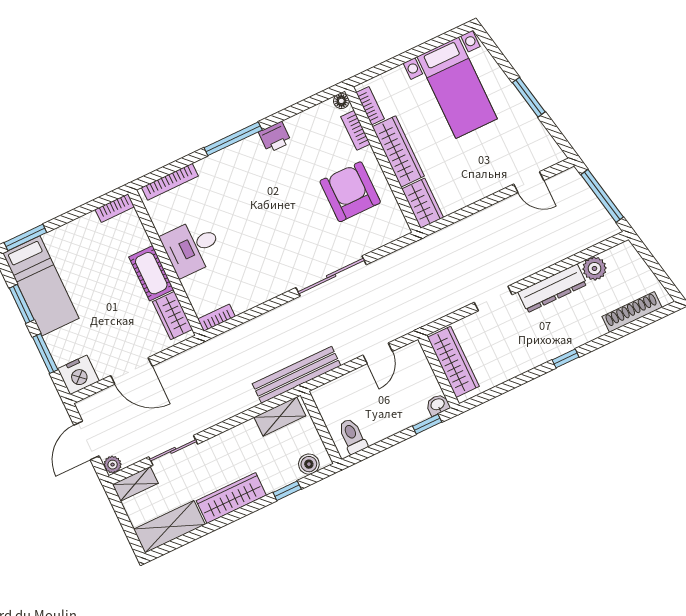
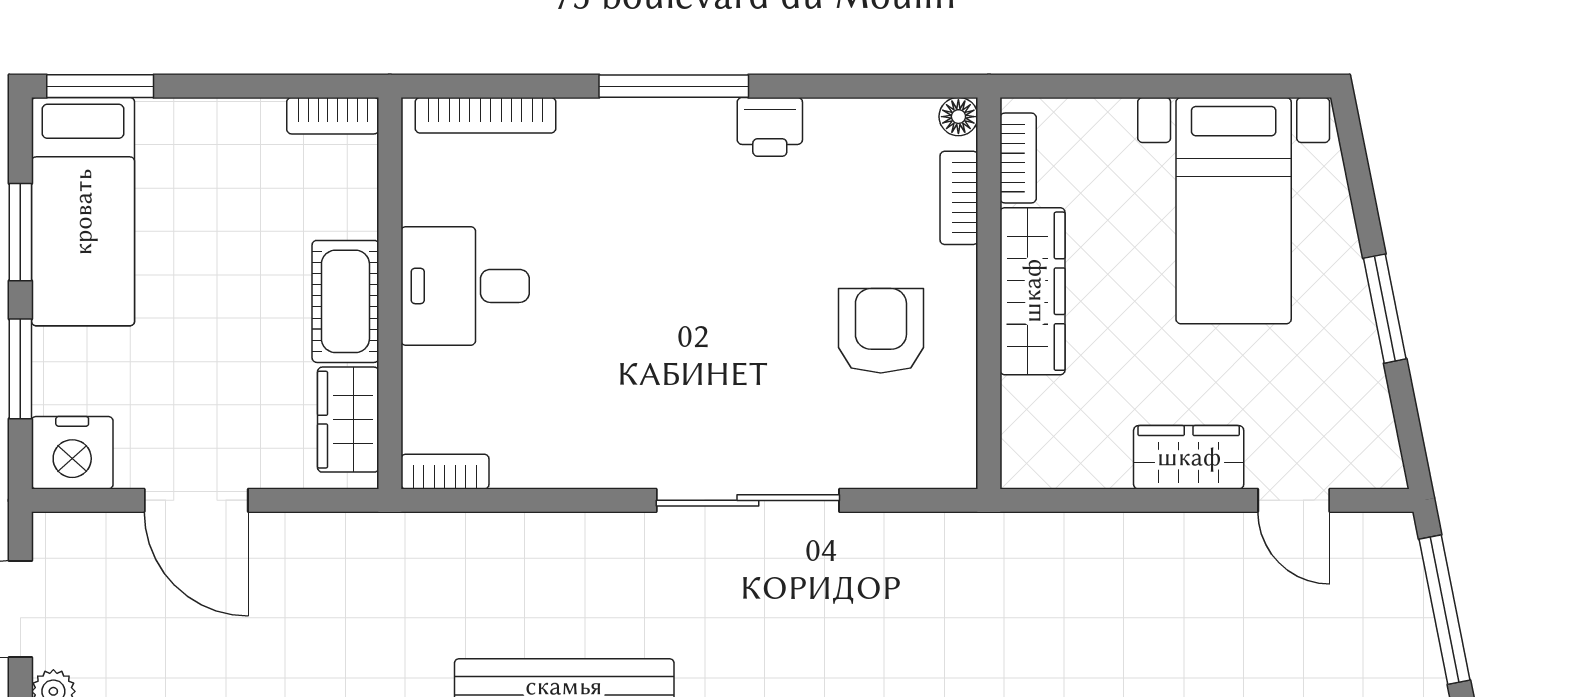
armchair: (350, 192) -> (881, 331), width x0.73, depth x0.73
wardrobe: (423, 203) -> (1189, 457), moved, turned -90

